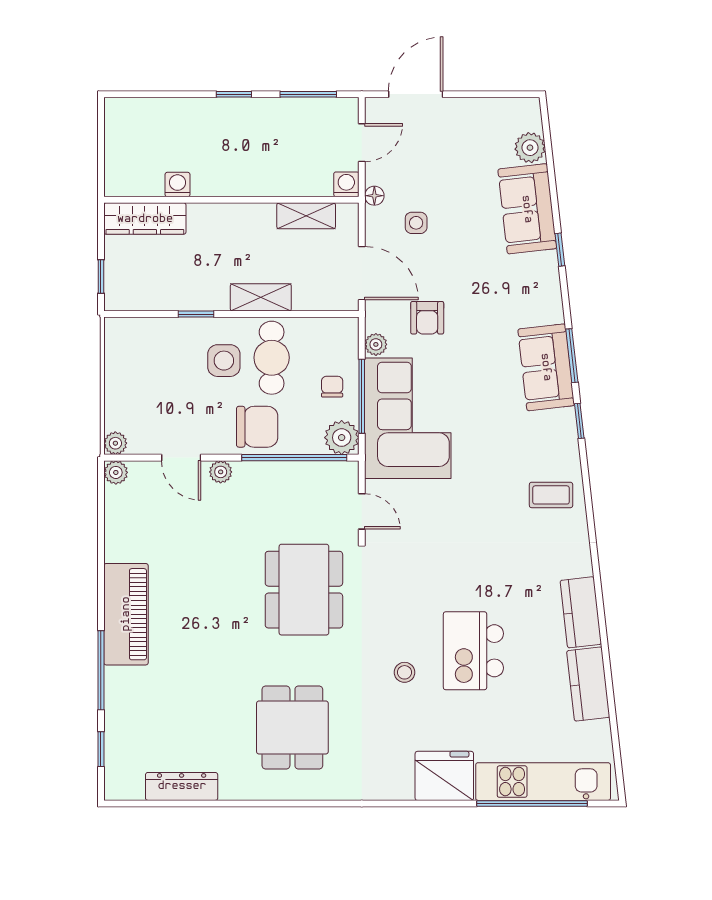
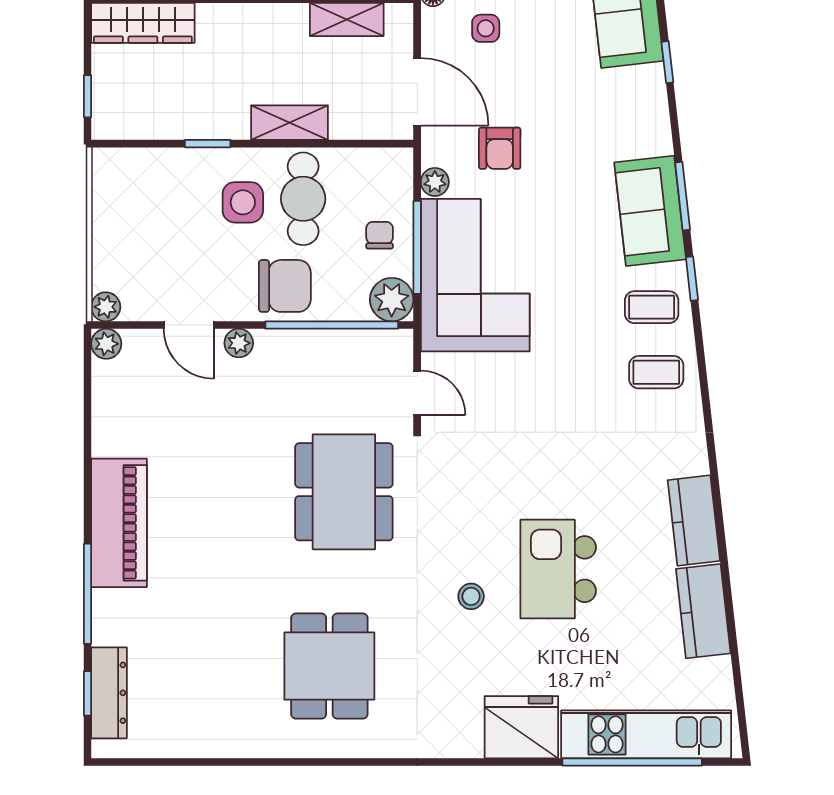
coffee table: (547, 443) -> (652, 307), added
dresser: (182, 786) -> (109, 693), moved, turned 90

